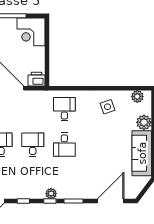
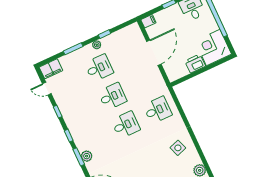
printer: (36, 79) -> (195, 64), moved, turned -90
desk: (64, 145) -> (126, 125), turned 180
plant: (51, 194) -> (87, 156), moved

